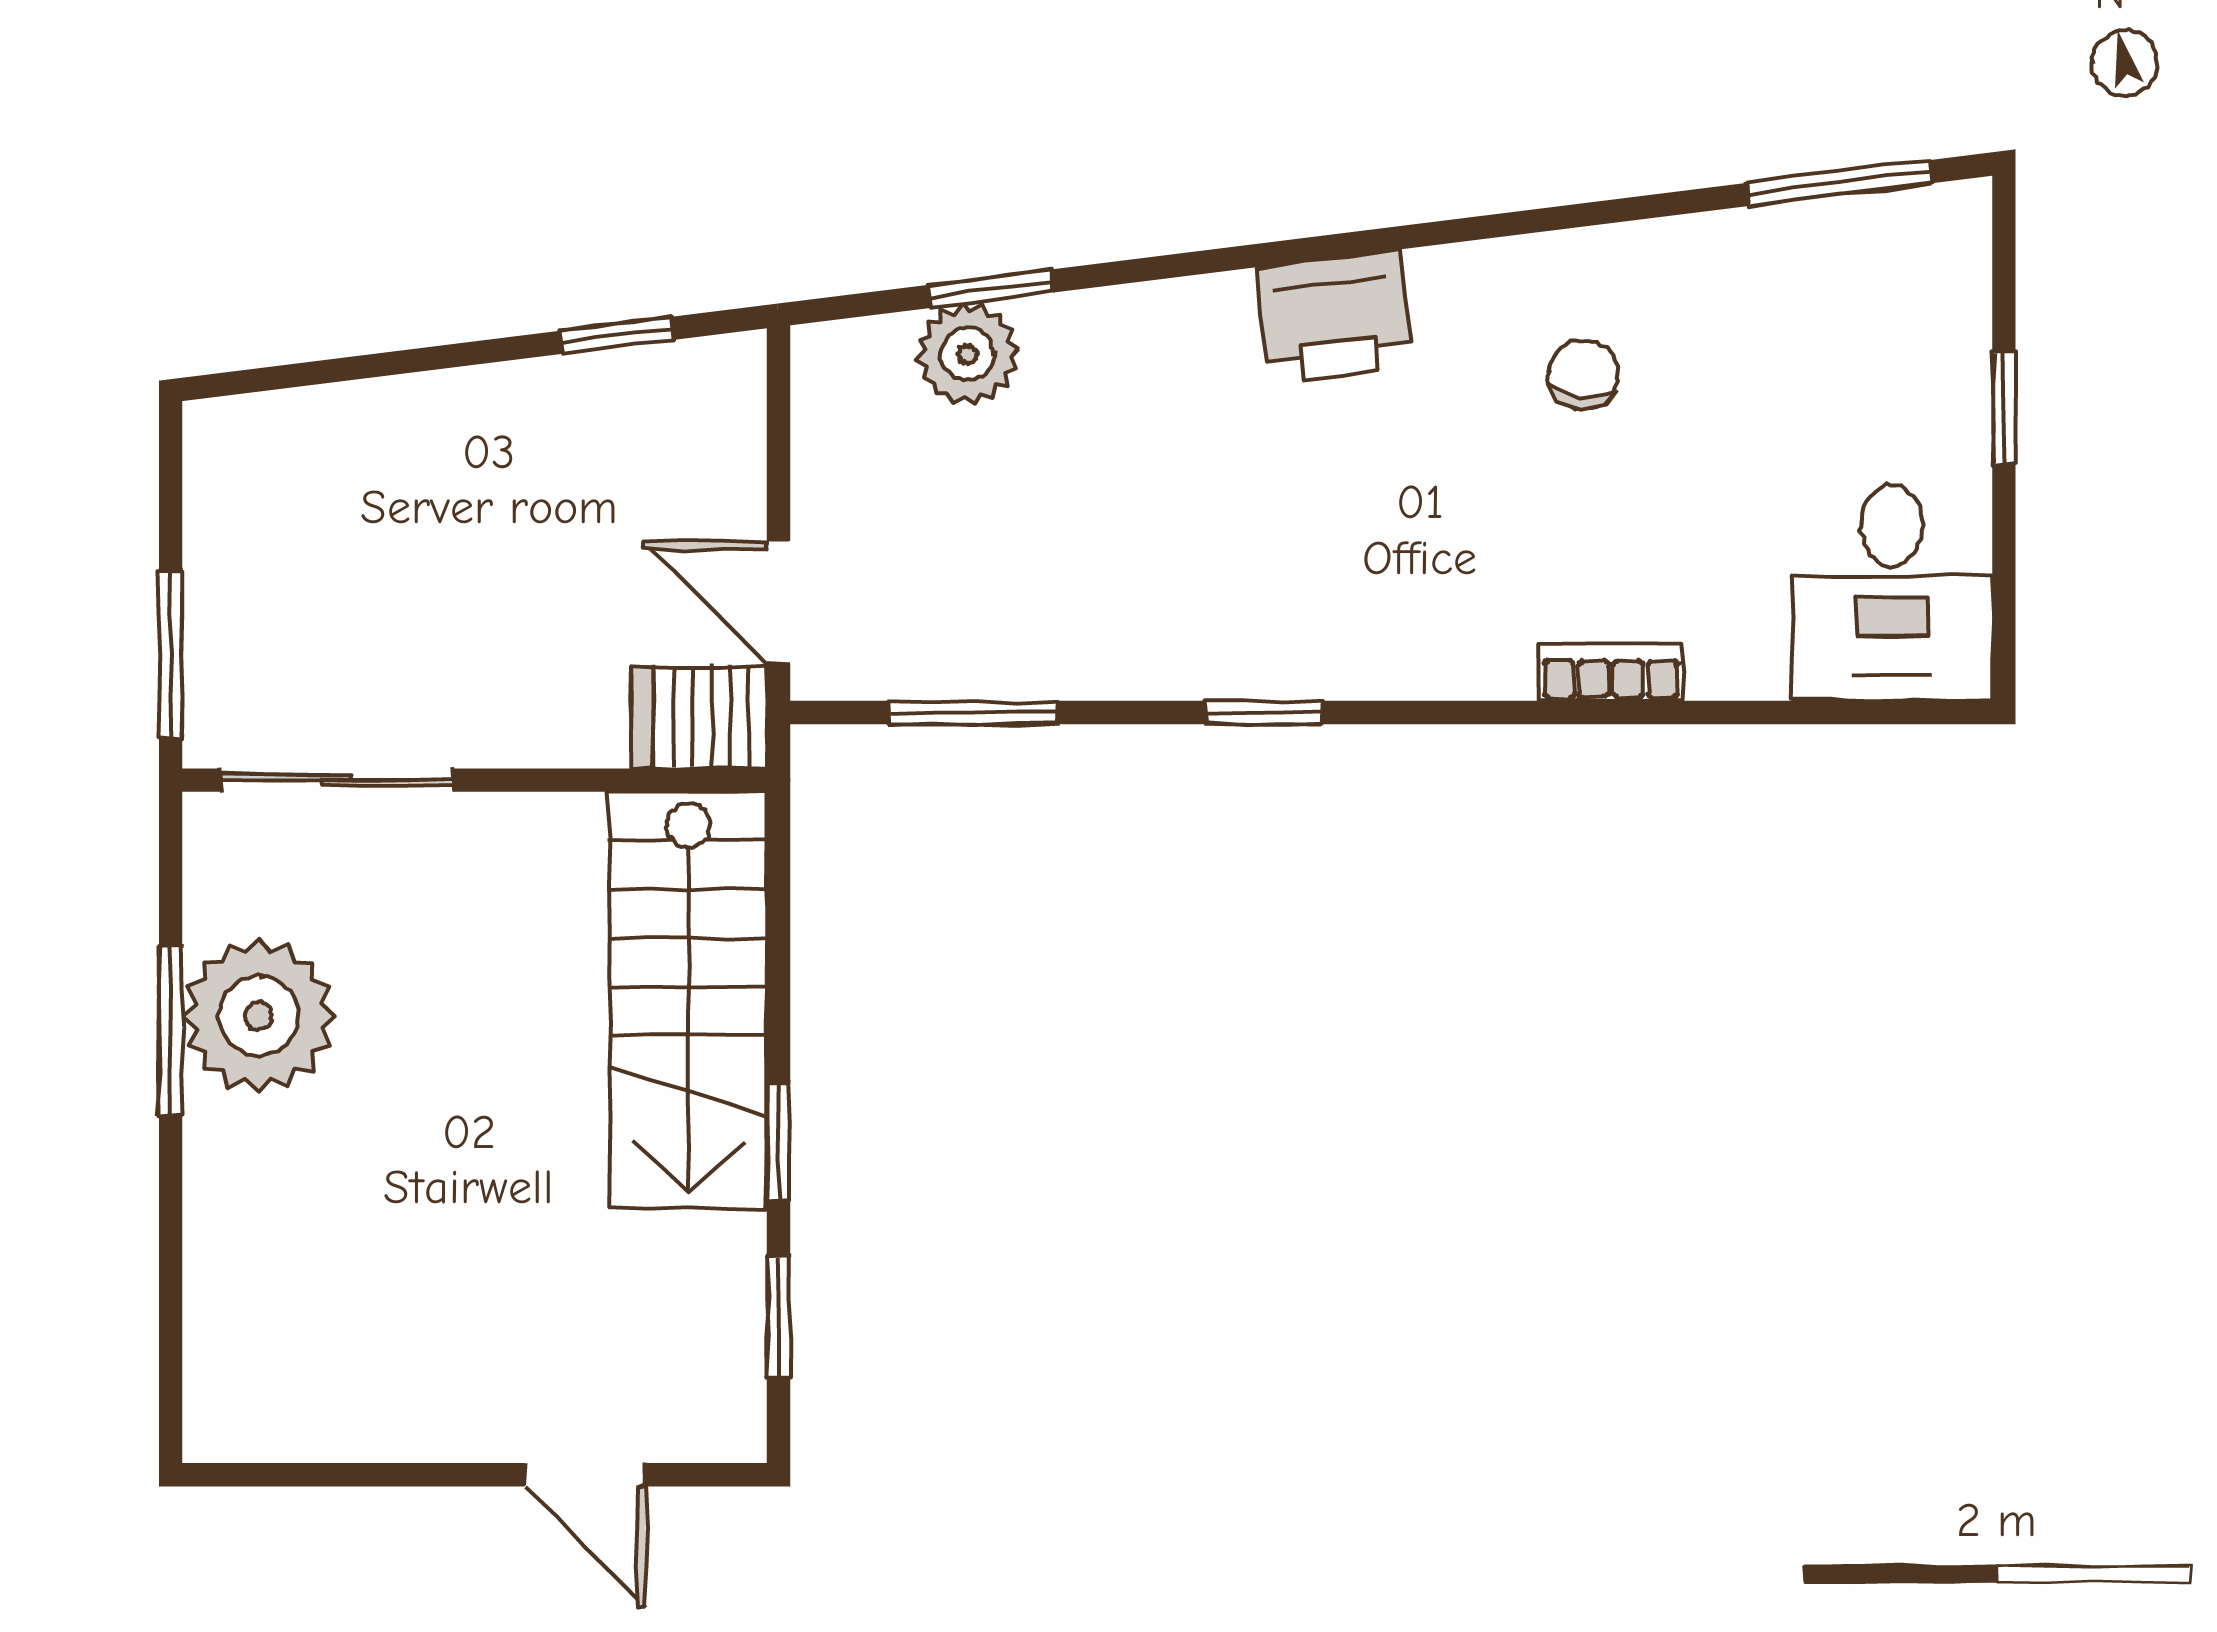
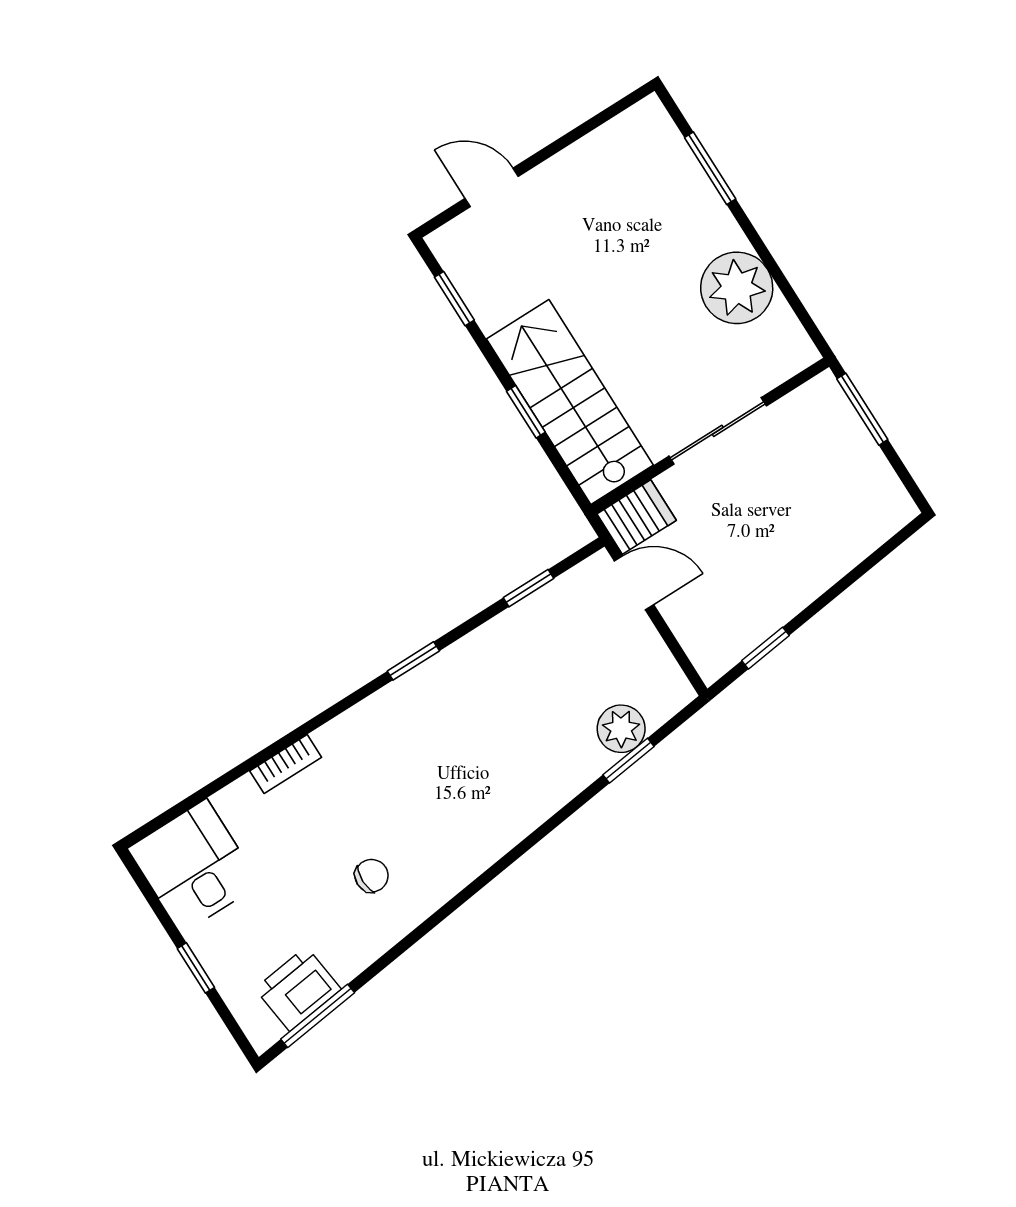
printer: (1334, 317) -> (298, 989), moved
chair: (1583, 374) -> (372, 876), turned -95
window: (974, 713) -> (528, 588), width x0.67
sliding door: (337, 780) -> (718, 431), moved
window: (171, 1030) -> (710, 168), moved
window: (779, 1141) -> (526, 412), moved

